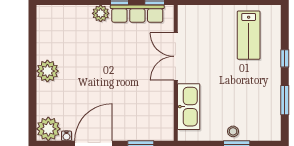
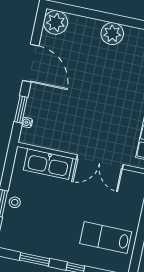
double door: (176, 56) -> (100, 162), swing flipped
water cooler: (66, 136) -> (27, 122), moved

